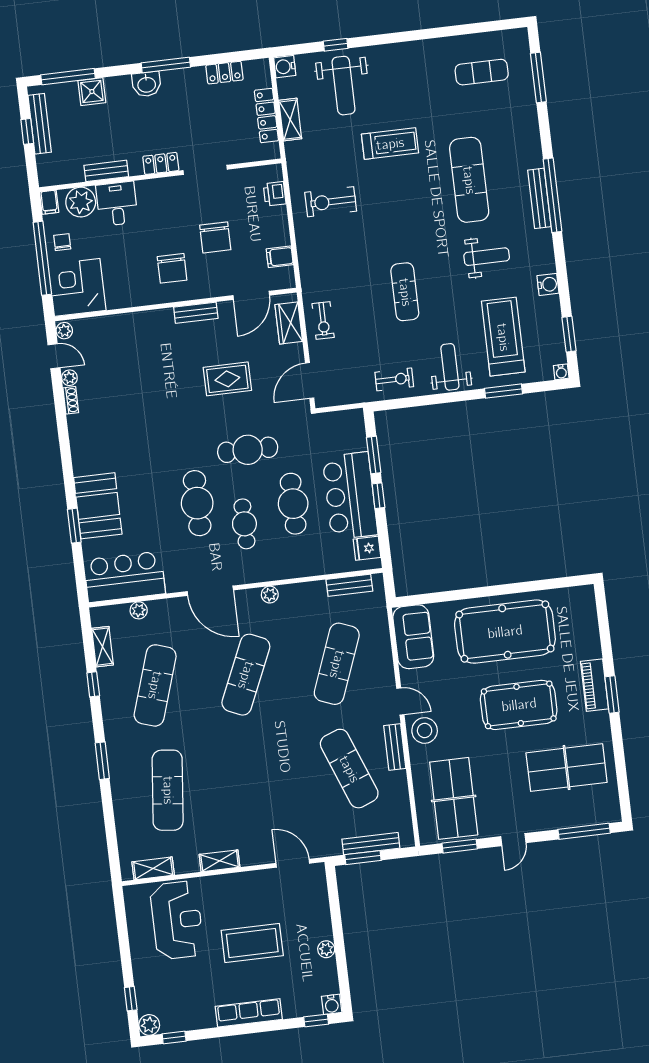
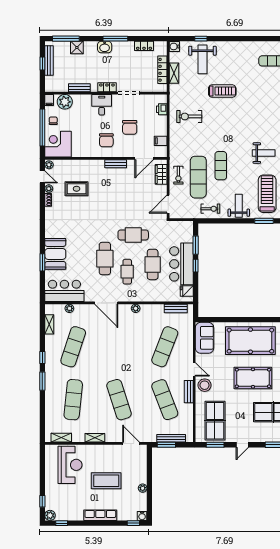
exercise mat: (469, 180) -> (198, 177), moved
desk: (117, 204) -> (102, 105), moved
rug: (227, 379) -> (77, 189), moved
exercise mat: (246, 675) -> (119, 400), moved, turned -42
window: (93, 684) -> (42, 357), moved

